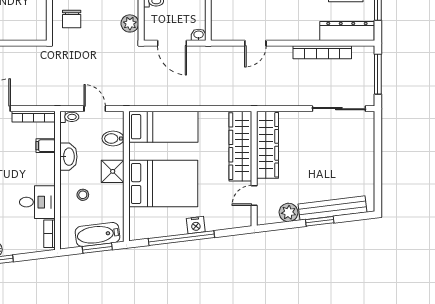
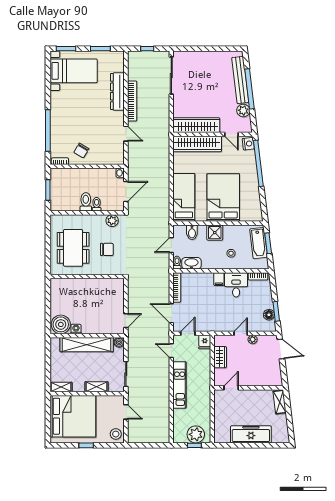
chair: (72, 19) -> (107, 249), moved
dresser: (347, 31) -> (117, 92), moved
bookcase: (322, 52) -> (132, 101), moved
window: (378, 74) -> (147, 49), width x0.46
filing cabinet: (46, 146) -> (219, 279), moved
washbasin: (68, 157) -> (191, 263), moved
window: (320, 221) -> (249, 89), width x2.11
nightstand: (196, 225) -> (248, 144), moved
window: (181, 238) -> (258, 163), moved

